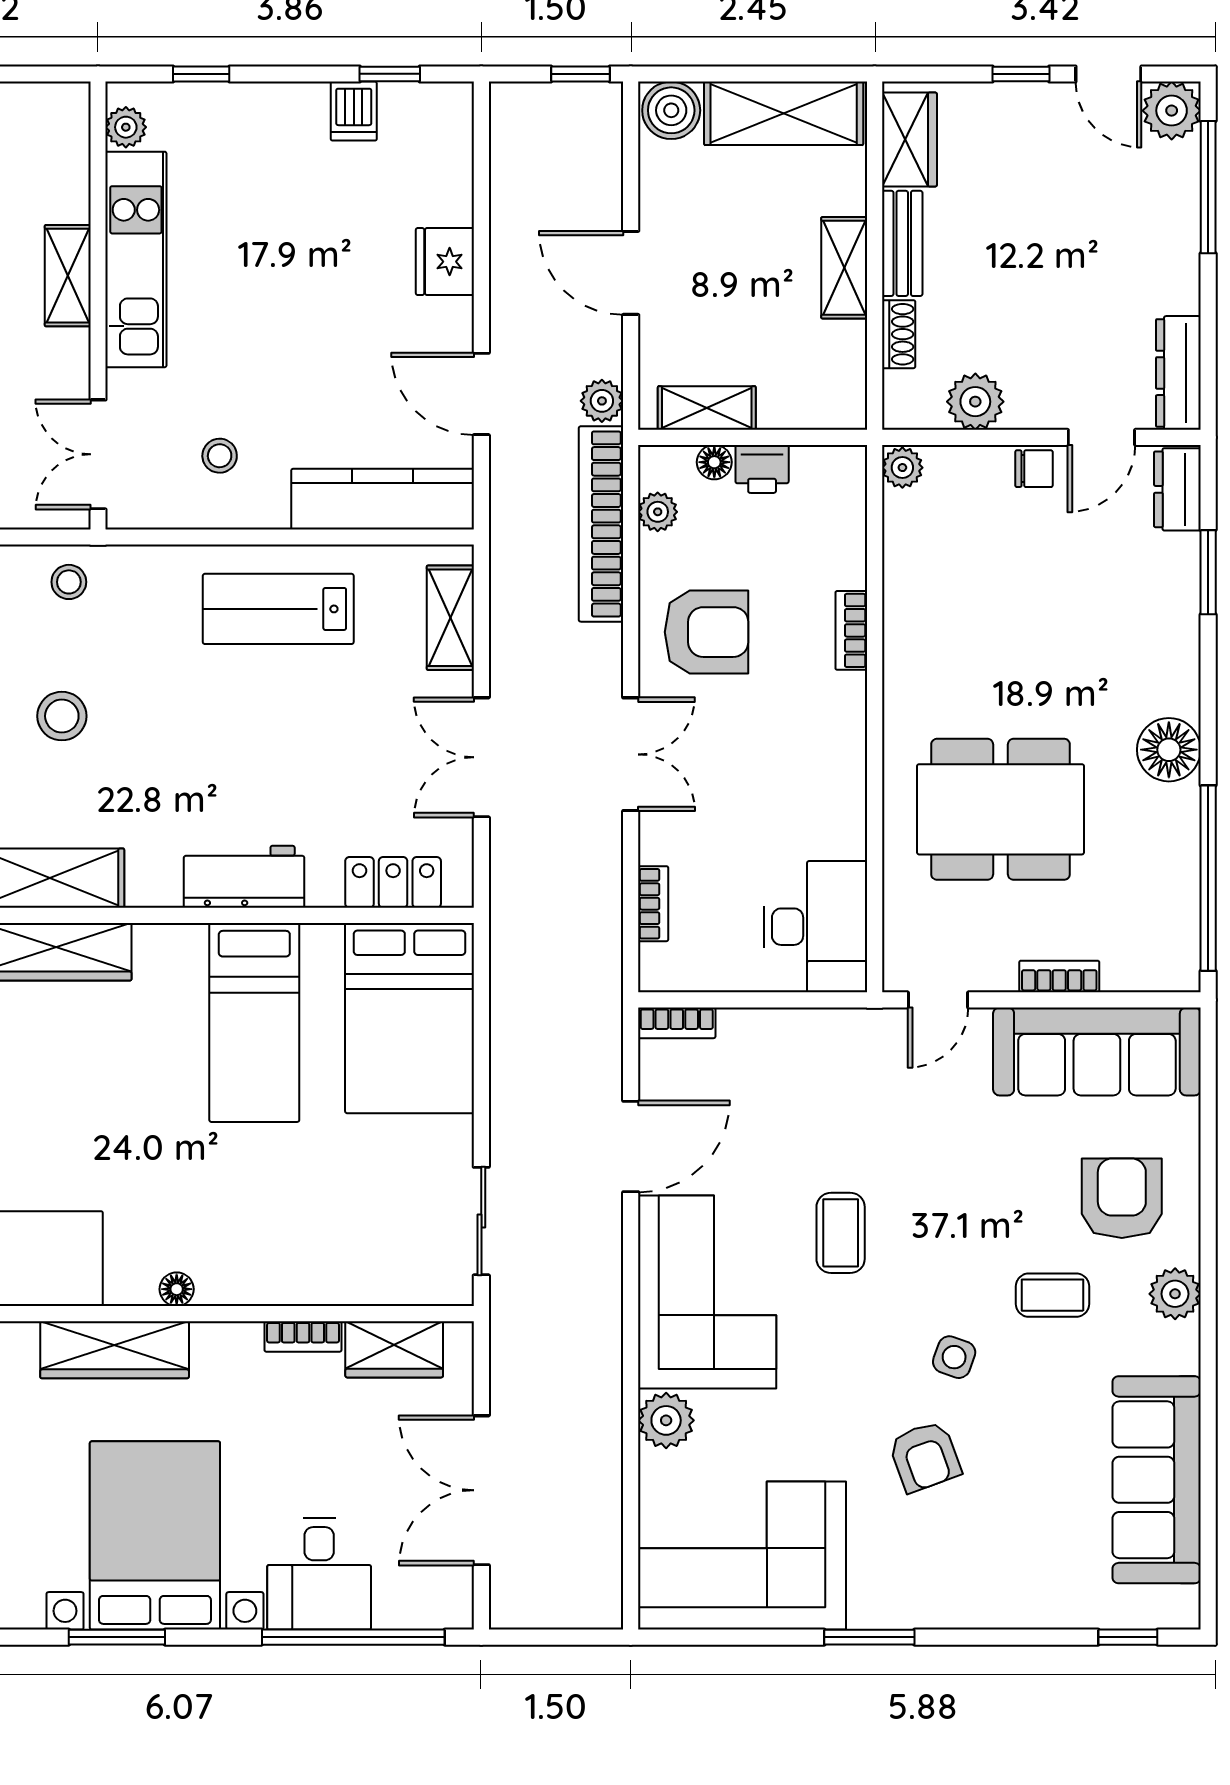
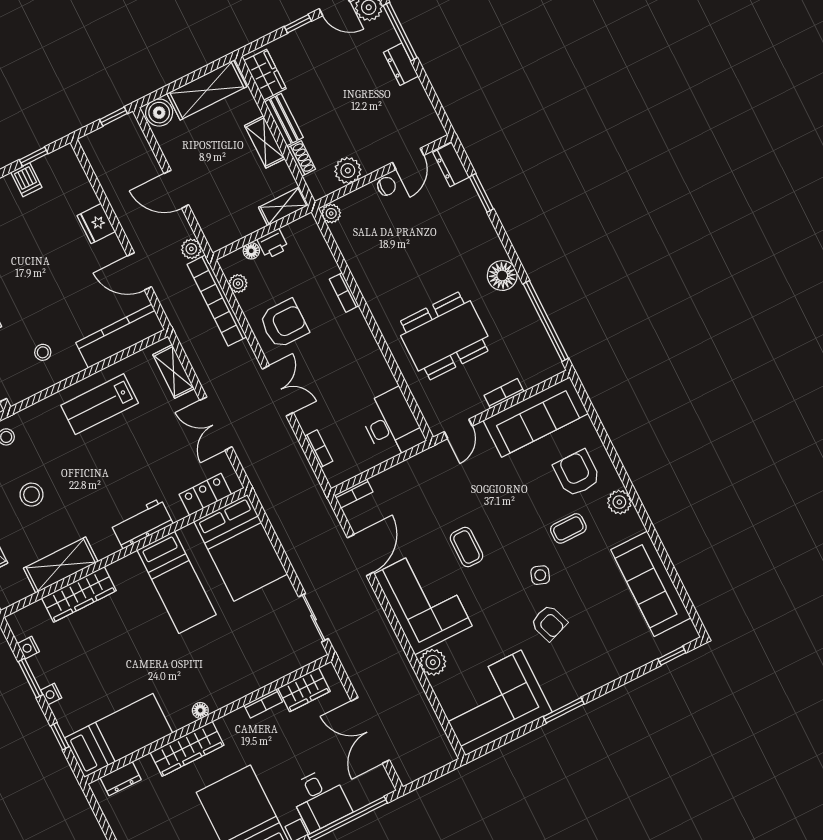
dresser: (1178, 373) -> (401, 64), moved, width x0.70
shelving: (707, 408) -> (283, 206), moved

